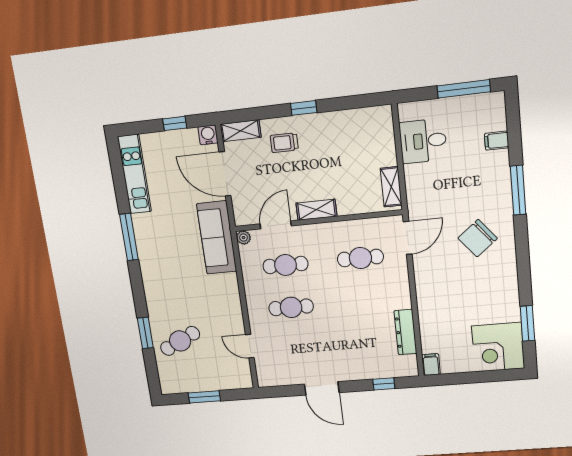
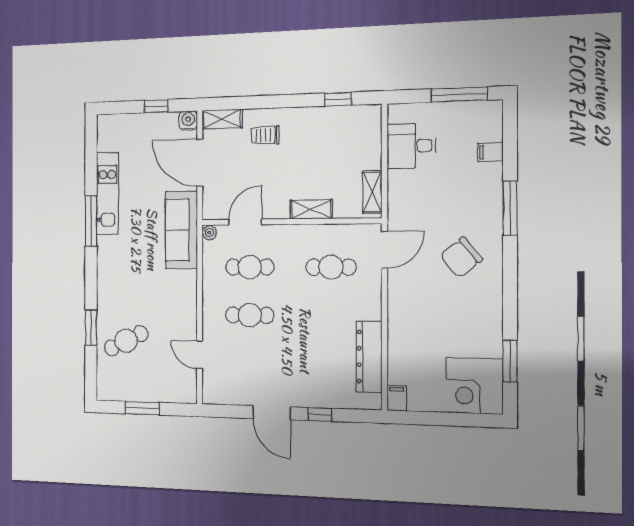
window: (304, 108) -> (338, 99), moved
kitchen unit: (134, 174) -> (107, 193), moved
shelving: (316, 210) -> (311, 209), moved
dresser: (405, 332) -> (369, 357), width x1.37, depth x1.24
window: (384, 384) -> (320, 414), moved

